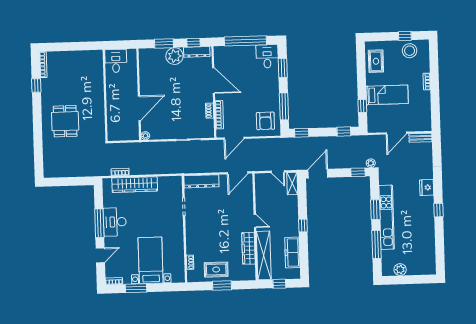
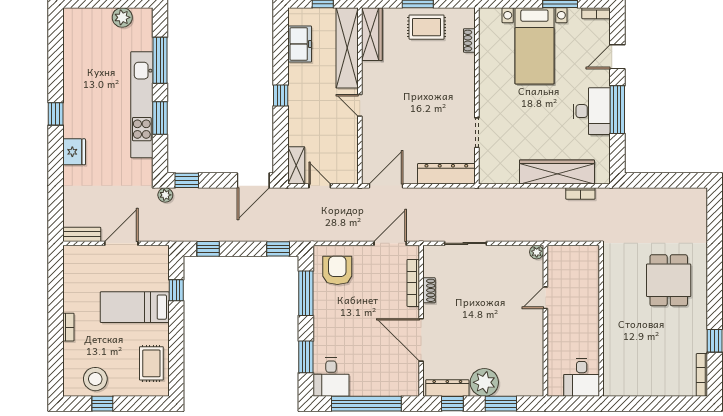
door: (139, 108) -> (545, 298), width x0.53
wardrobe: (248, 248) -> (372, 34), moved
freezer: (292, 253) -> (300, 44), width x0.71

